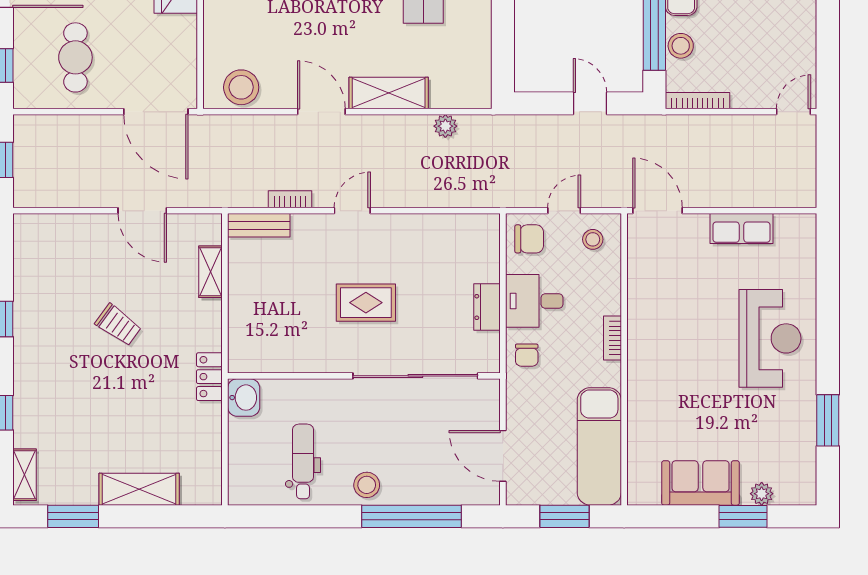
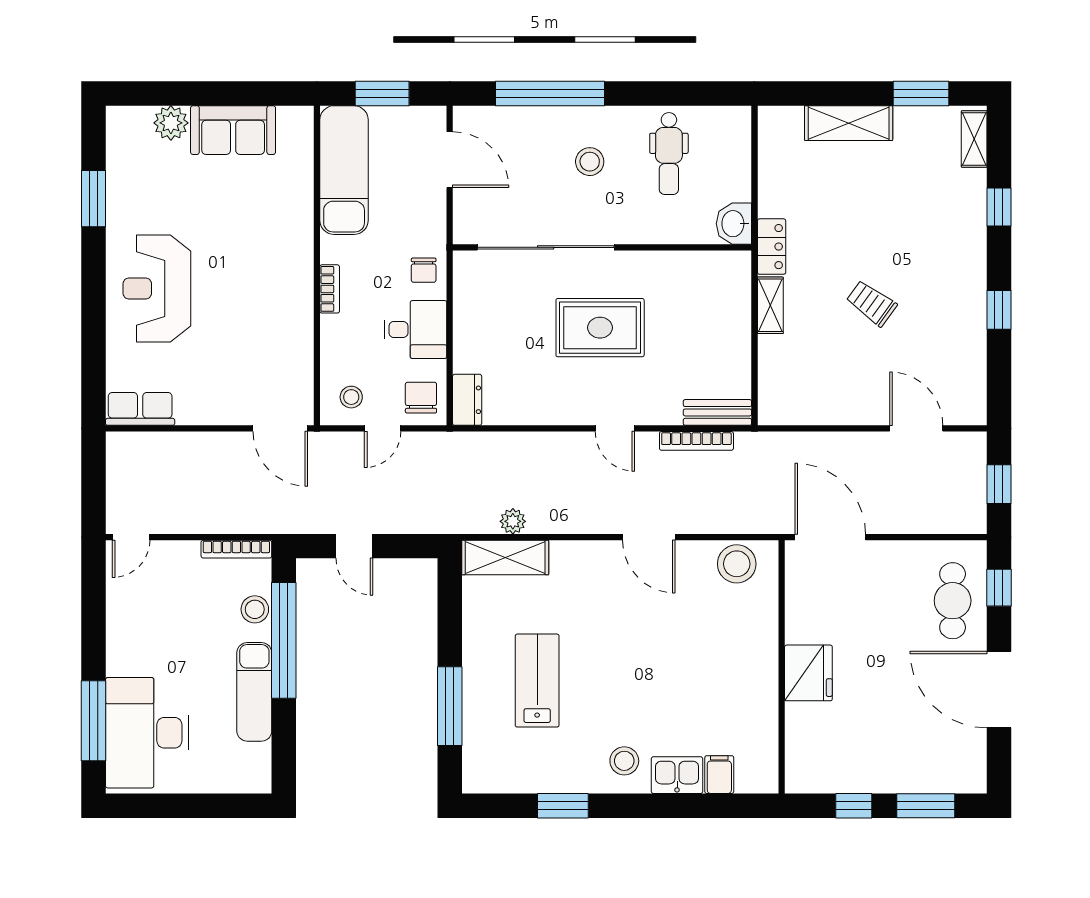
cafe table: (75, 57) -> (953, 601), moved
shelving: (389, 93) -> (505, 558), moved
bookcase: (290, 199) -> (696, 441), width x1.56
door: (142, 211) -> (916, 428), moved
door: (352, 211) -> (615, 428), hinge flipped
row of seats: (741, 229) -> (140, 409), moved
chair: (529, 239) -> (421, 398), turned 90
shelving: (210, 272) -> (770, 305), moved
rug: (366, 303) -> (600, 328), width x1.36, depth x1.43
dresser: (487, 307) -> (467, 400), moved
chair: (527, 355) -> (424, 270), turned 180
stool: (367, 485) -> (590, 162), moved
plant: (762, 494) -> (171, 123), width x1.38, depth x1.38
window: (743, 516) -> (186, 93), removed

